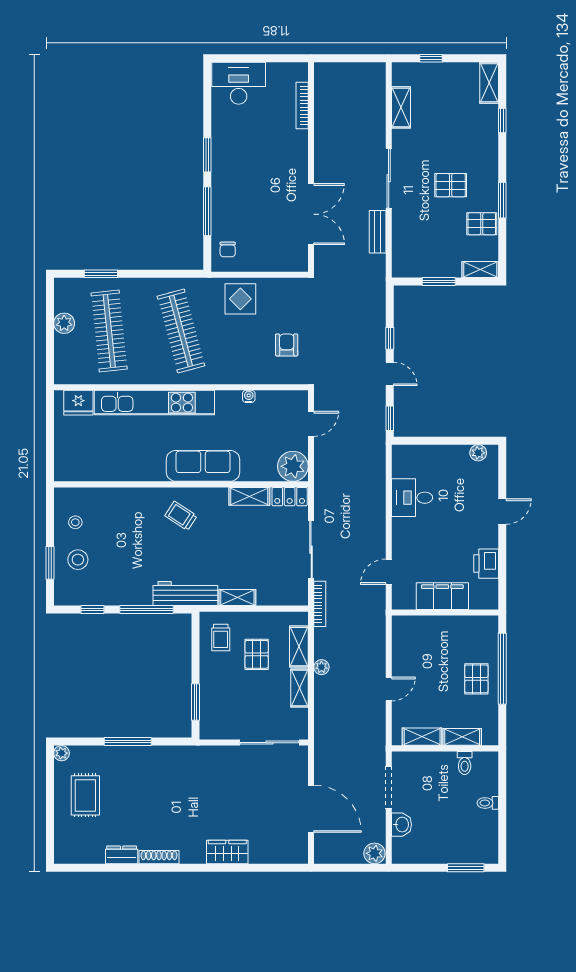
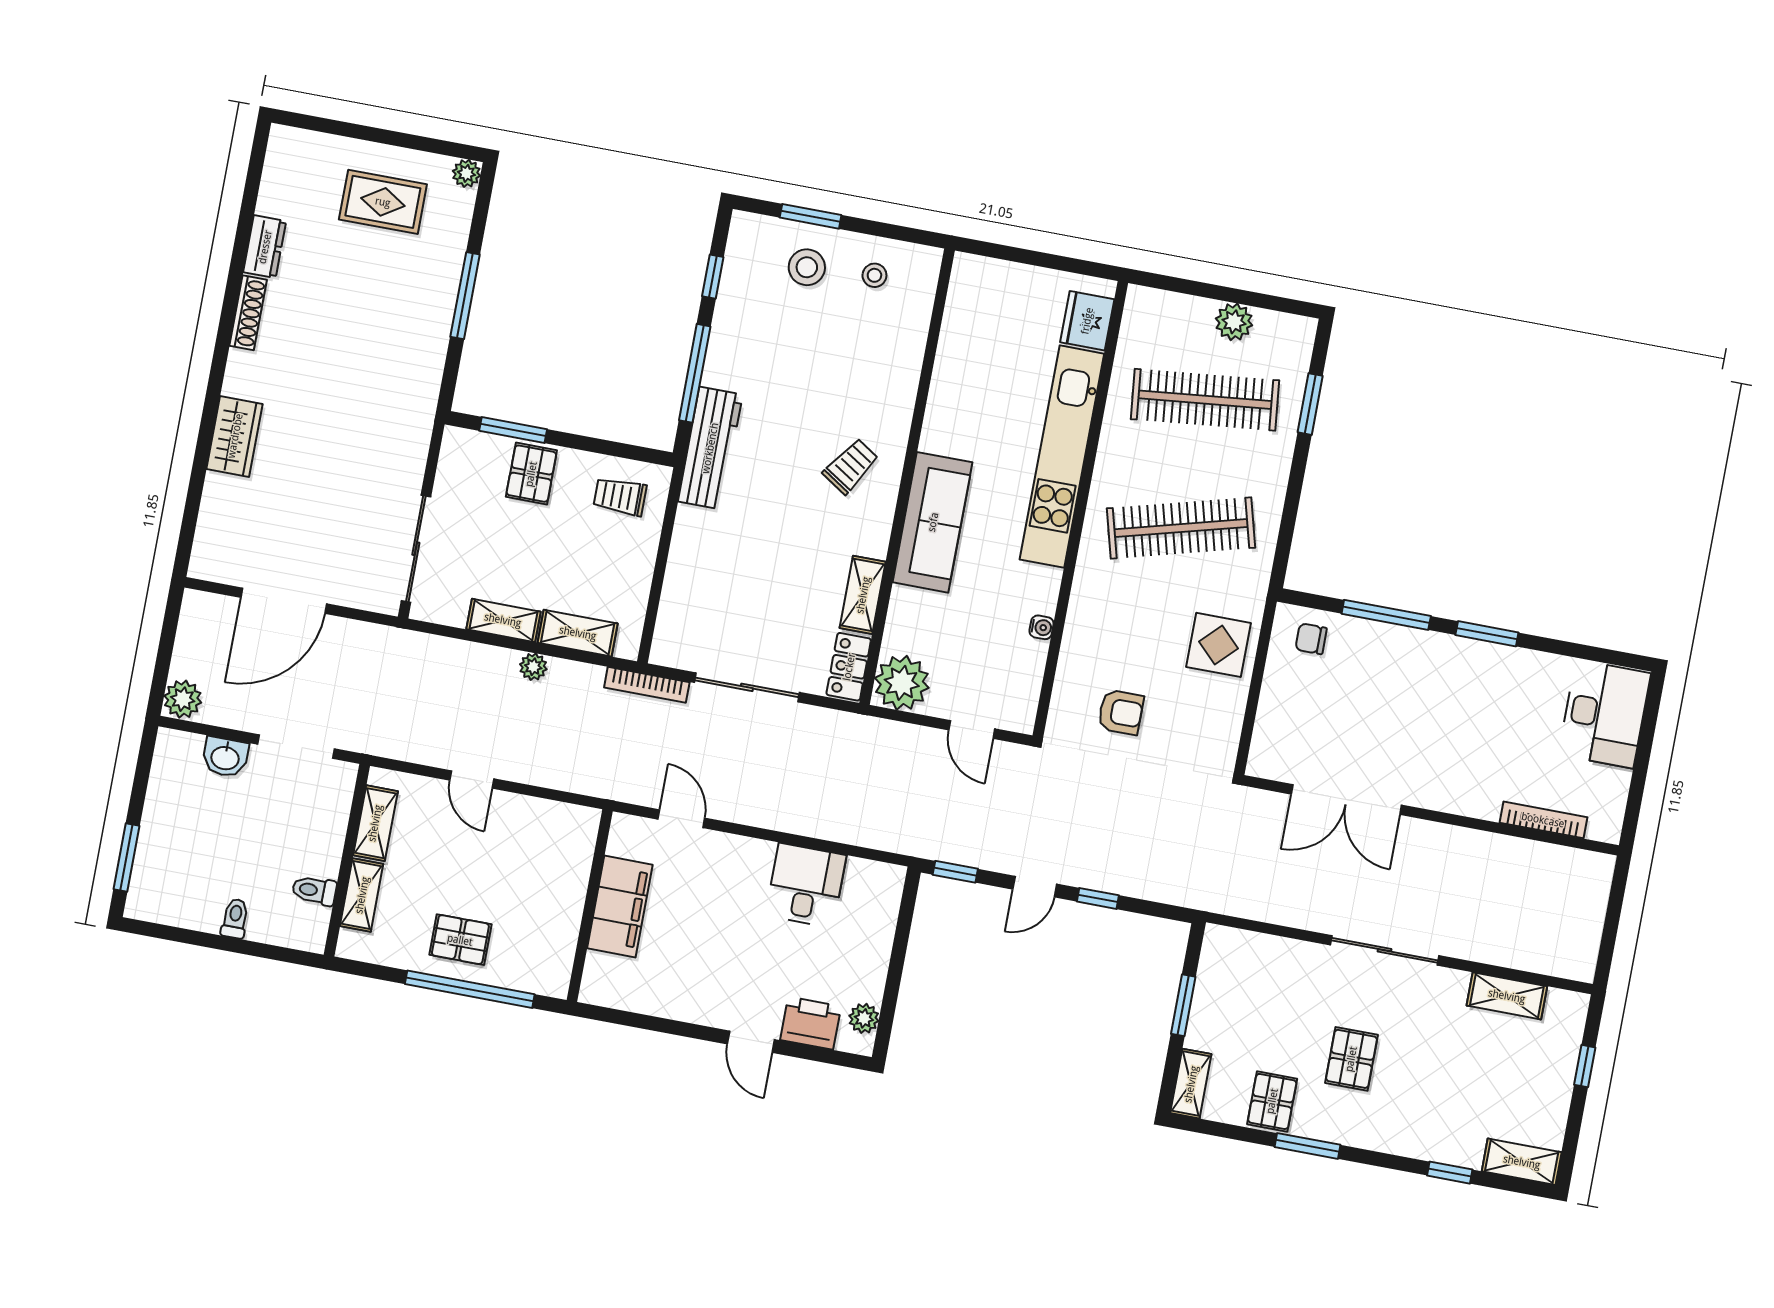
bench: (378, 232) -> (1293, 913), removed
printer: (486, 564) -> (811, 1023), moved
shelving: (237, 597) -> (686, 540), removed
pallet: (257, 654) -> (531, 474), moved, turned 90

